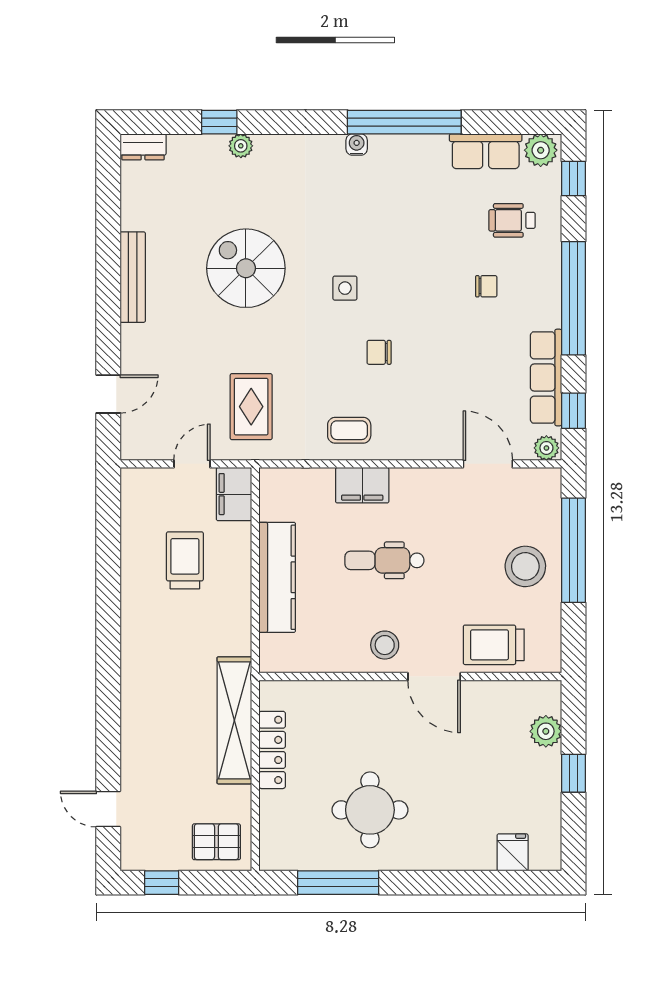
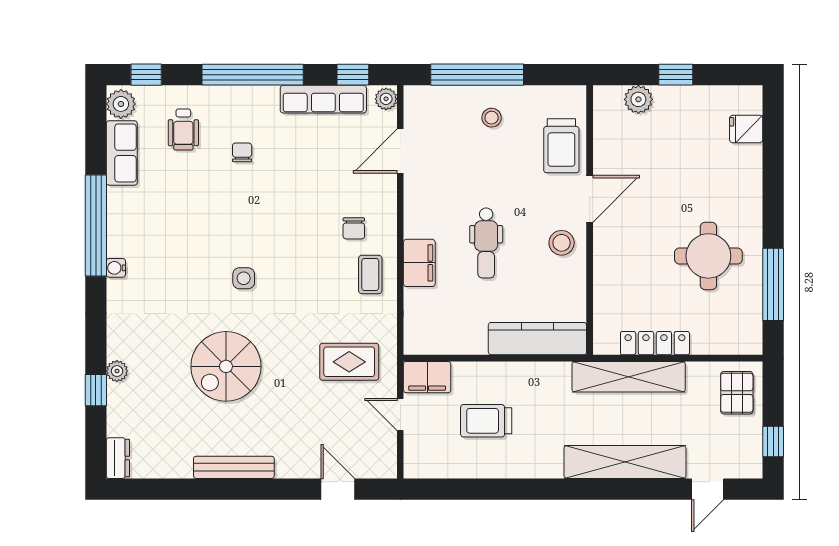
chair: (379, 352) -> (354, 228), moved
stool: (525, 566) -> (492, 118), width x0.53, depth x0.53
kitchen counter: (277, 577) -> (537, 339), moved
shelving: (139, 716) -> (625, 462), added

